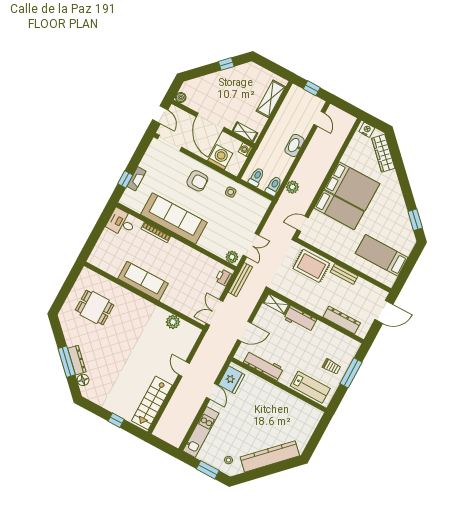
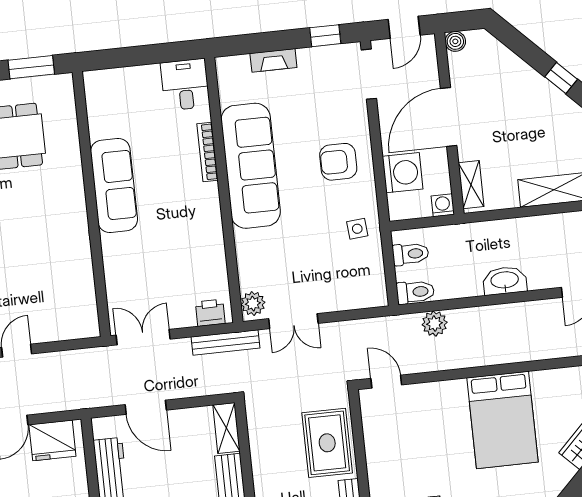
window: (125, 179) -> (325, 36), moved
armchair: (197, 181) -> (338, 162), turned 90
bed: (339, 210) -> (449, 425), removed
window: (70, 282) -> (31, 67), added
plant: (173, 322) -> (81, 280), removed

